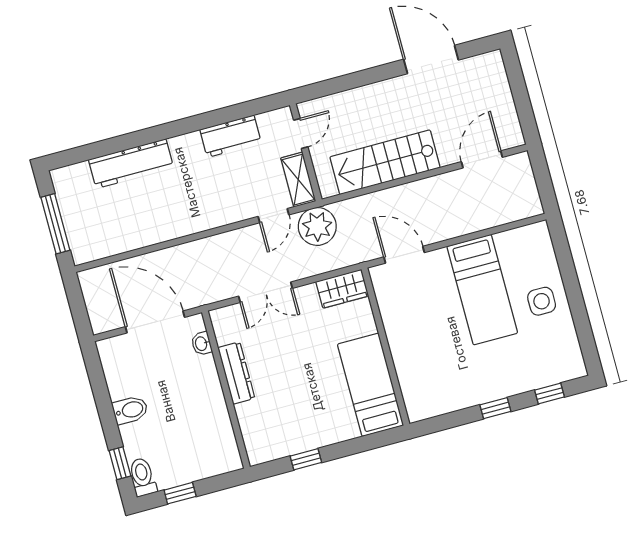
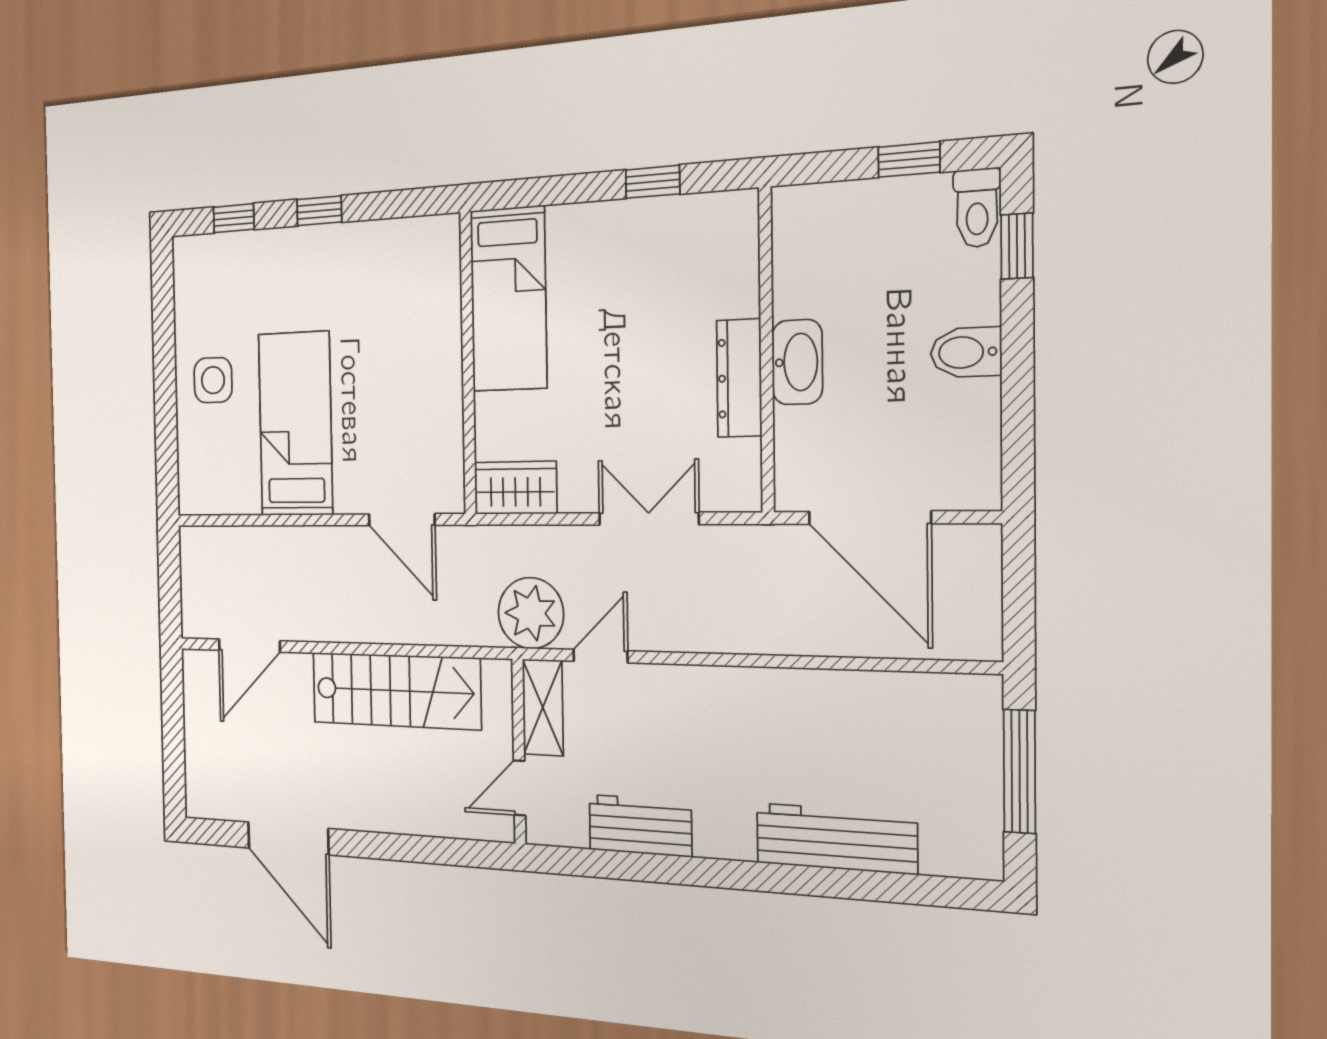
washbasin: (202, 344) -> (797, 362), moved, width x1.91, depth x1.45

